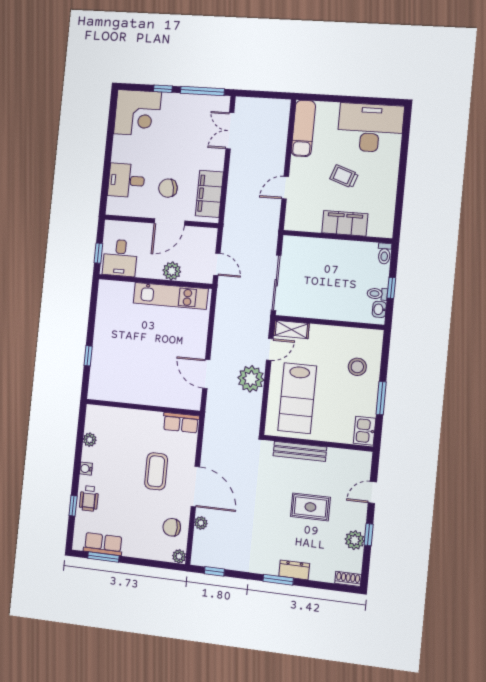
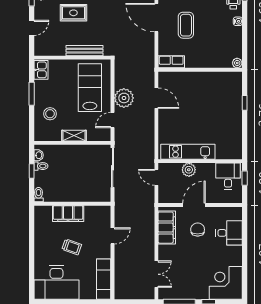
chair: (168, 188) -> (198, 230), turned -80
shelving: (291, 329) -> (74, 136), moved
plant: (90, 440) -> (237, 63), moved

